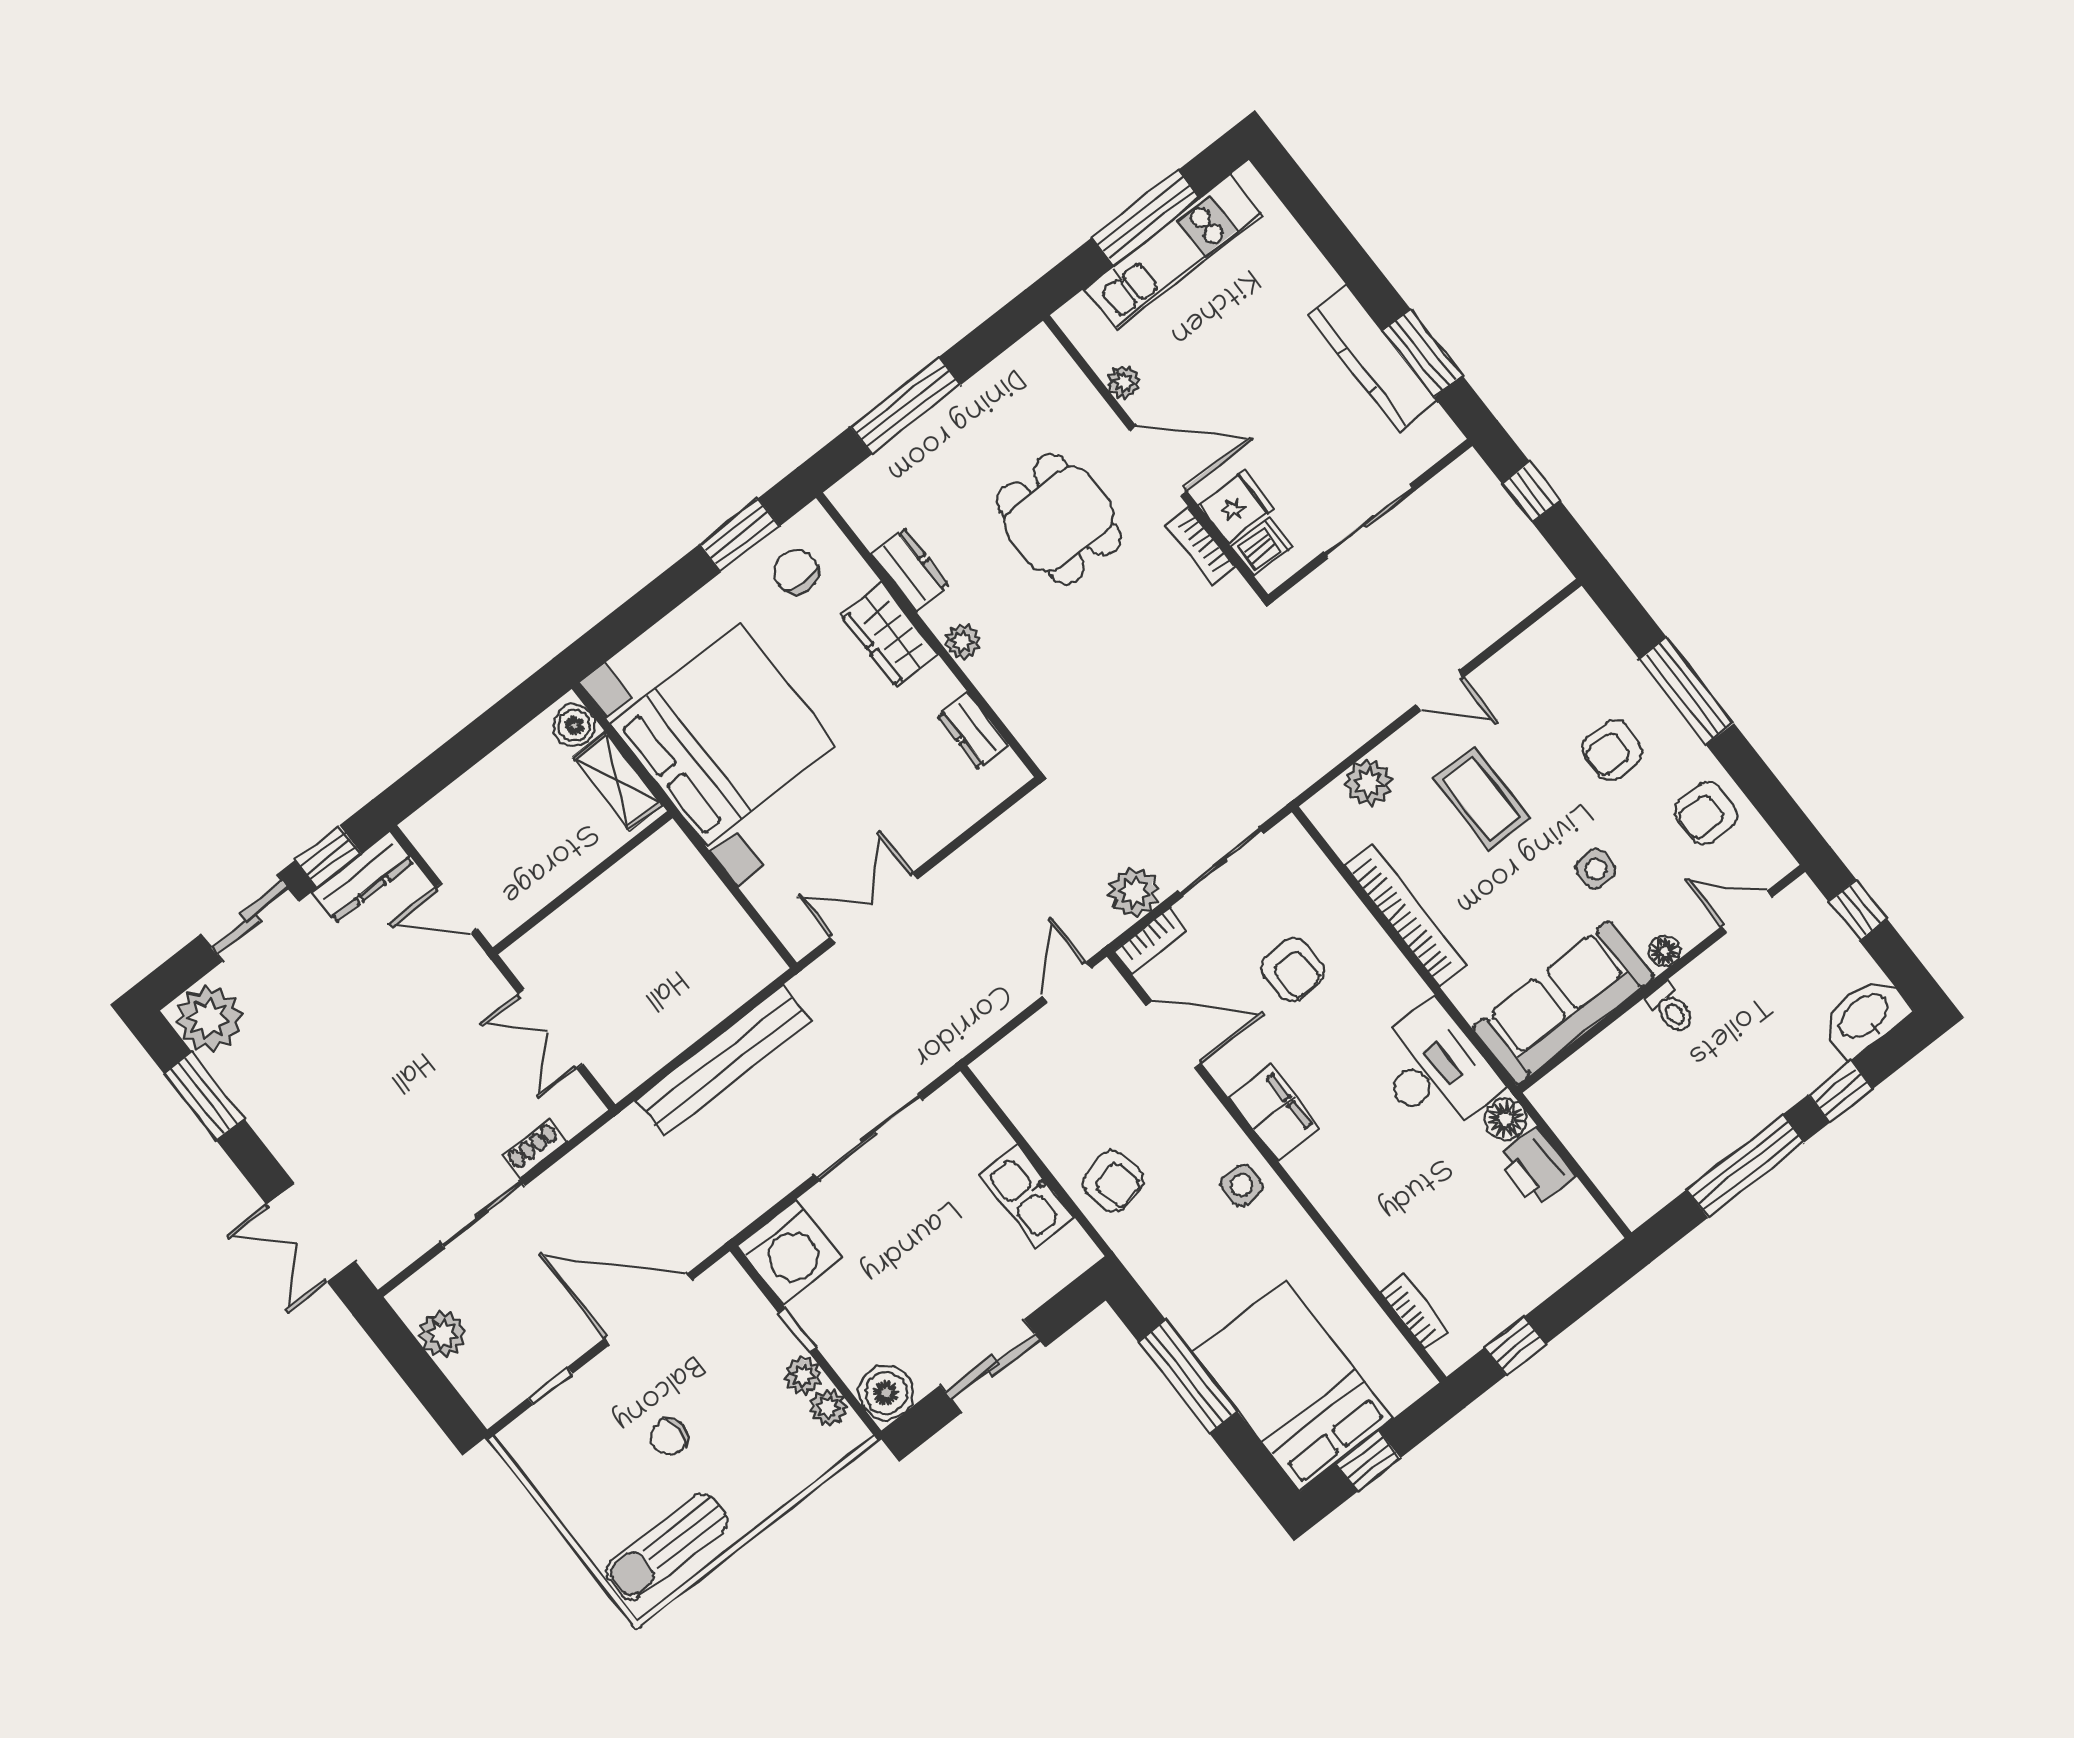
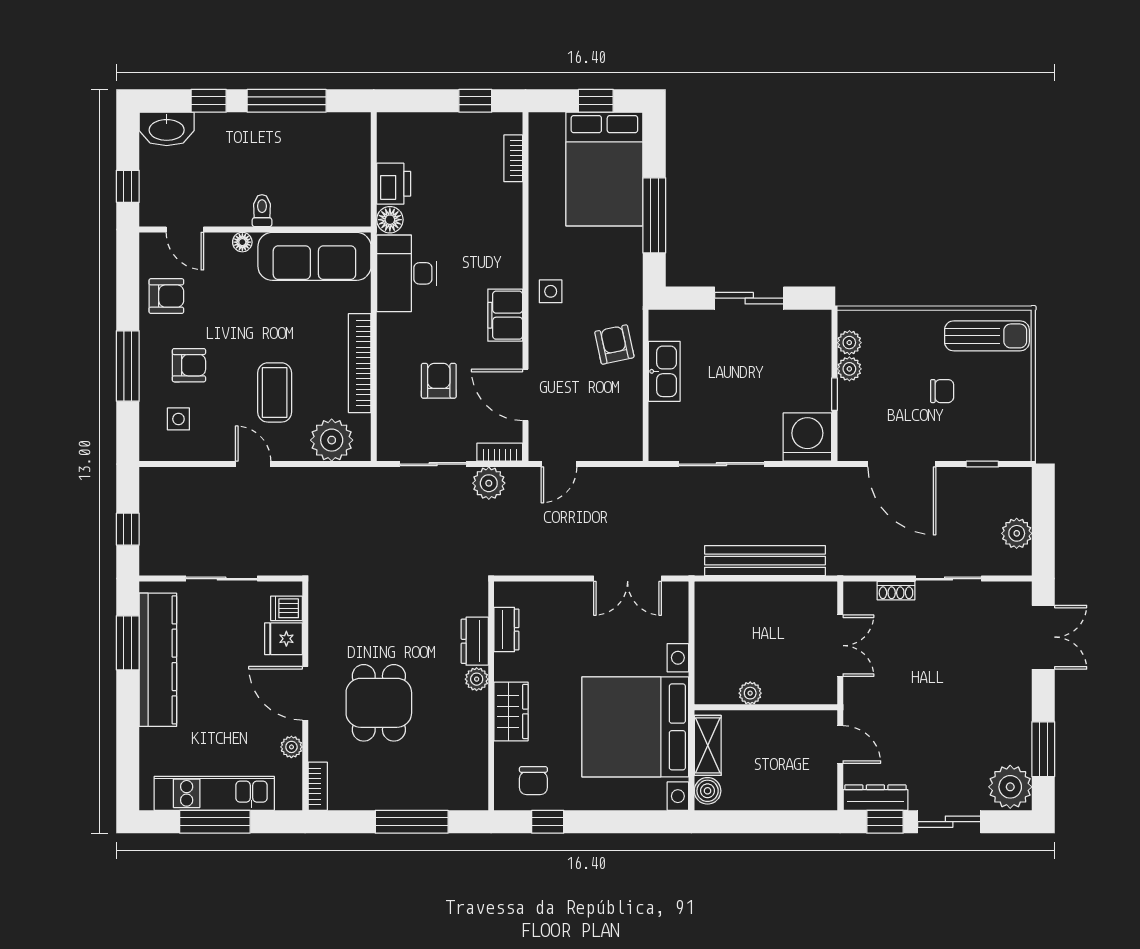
kitchen counter: (1373, 359) -> (158, 660), width x1.39, depth x1.17
window: (740, 535) -> (548, 822), width x0.67
bookcase: (1200, 546) -> (318, 786), moved
dresser: (910, 570) -> (475, 641), moved
plant: (1368, 783) -> (332, 440), width x1.36, depth x1.36
side table: (1596, 869) -> (178, 419), moved
plant: (615, 885) -> (750, 693), added
boiler: (886, 1393) -> (814, 327), removed

